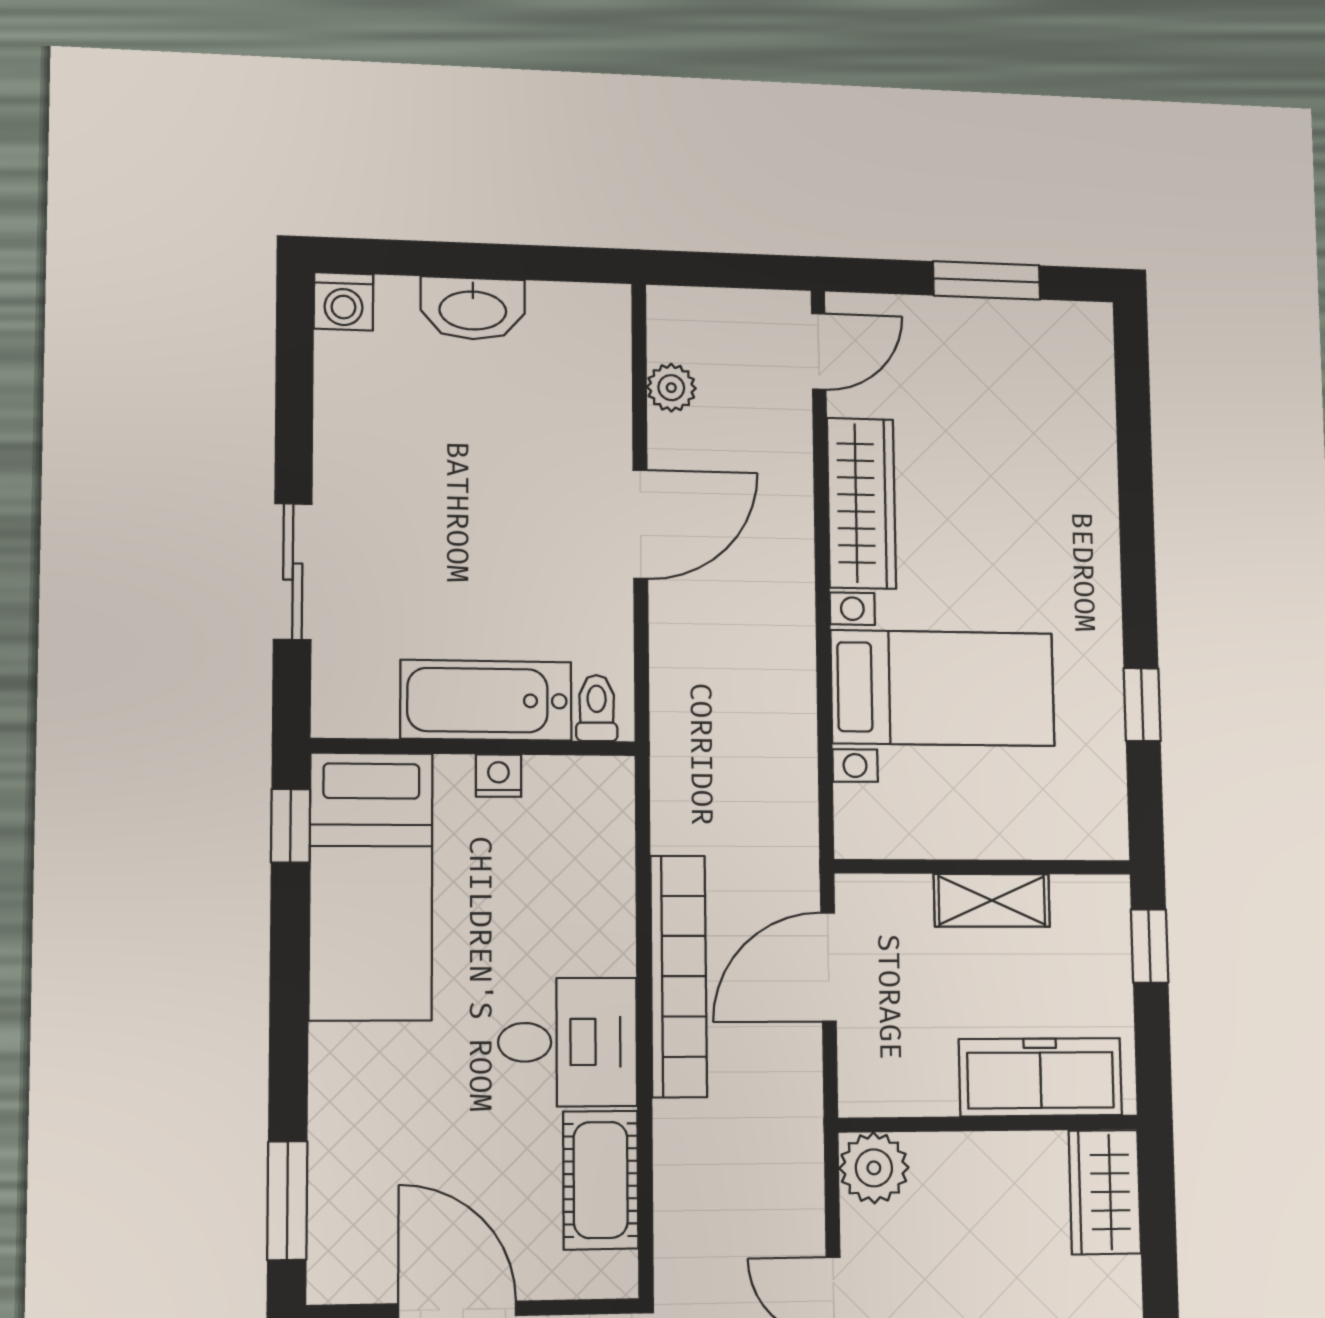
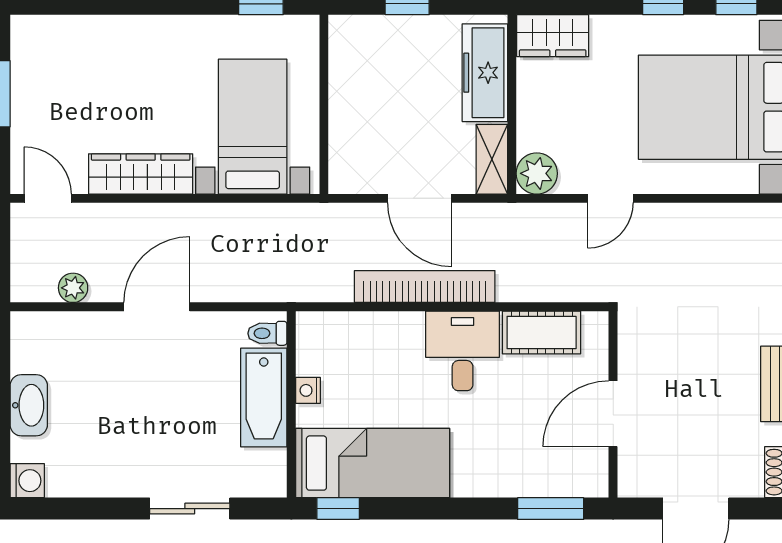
door: (640, 524) -> (157, 307), hinge flipped
wall: (983, 867) -> (324, 104), moved
shelving: (992, 900) -> (492, 159), moved

